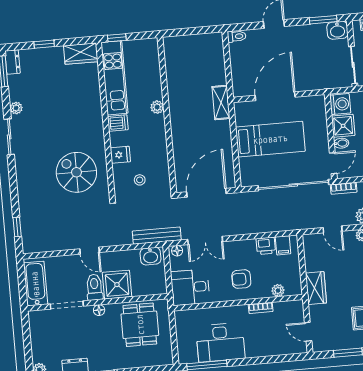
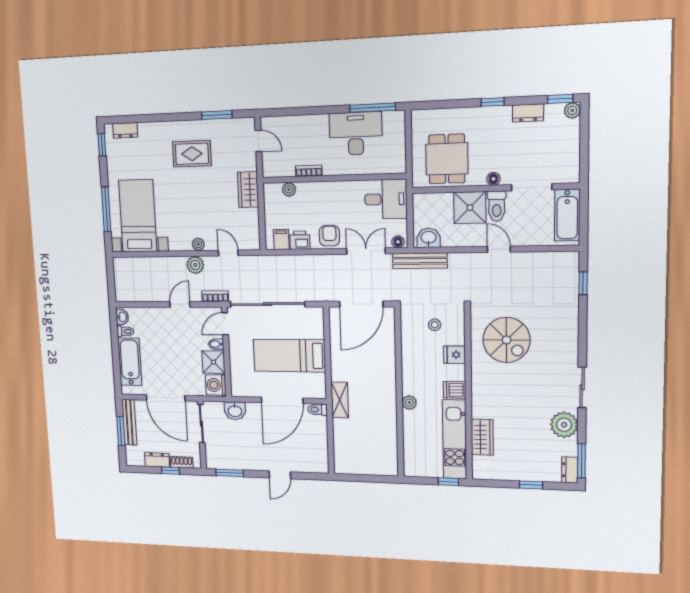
washbasin: (337, 30) -> (235, 411), moved, turned 180
toilet: (237, 36) -> (317, 410), moved
wardrobe: (81, 54) -> (482, 437), moved, turned 90
plant: (16, 108) -> (564, 425), width x1.87, depth x1.87
armchair: (241, 279) -> (329, 236), moved, turned -90

